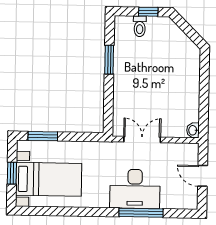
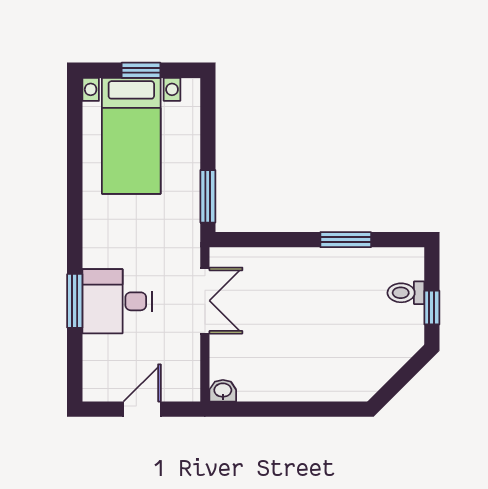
window: (43, 136) -> (208, 196), moved
desk: (135, 189) -> (117, 301), width x0.73
window: (141, 213) -> (75, 301), width x0.69

